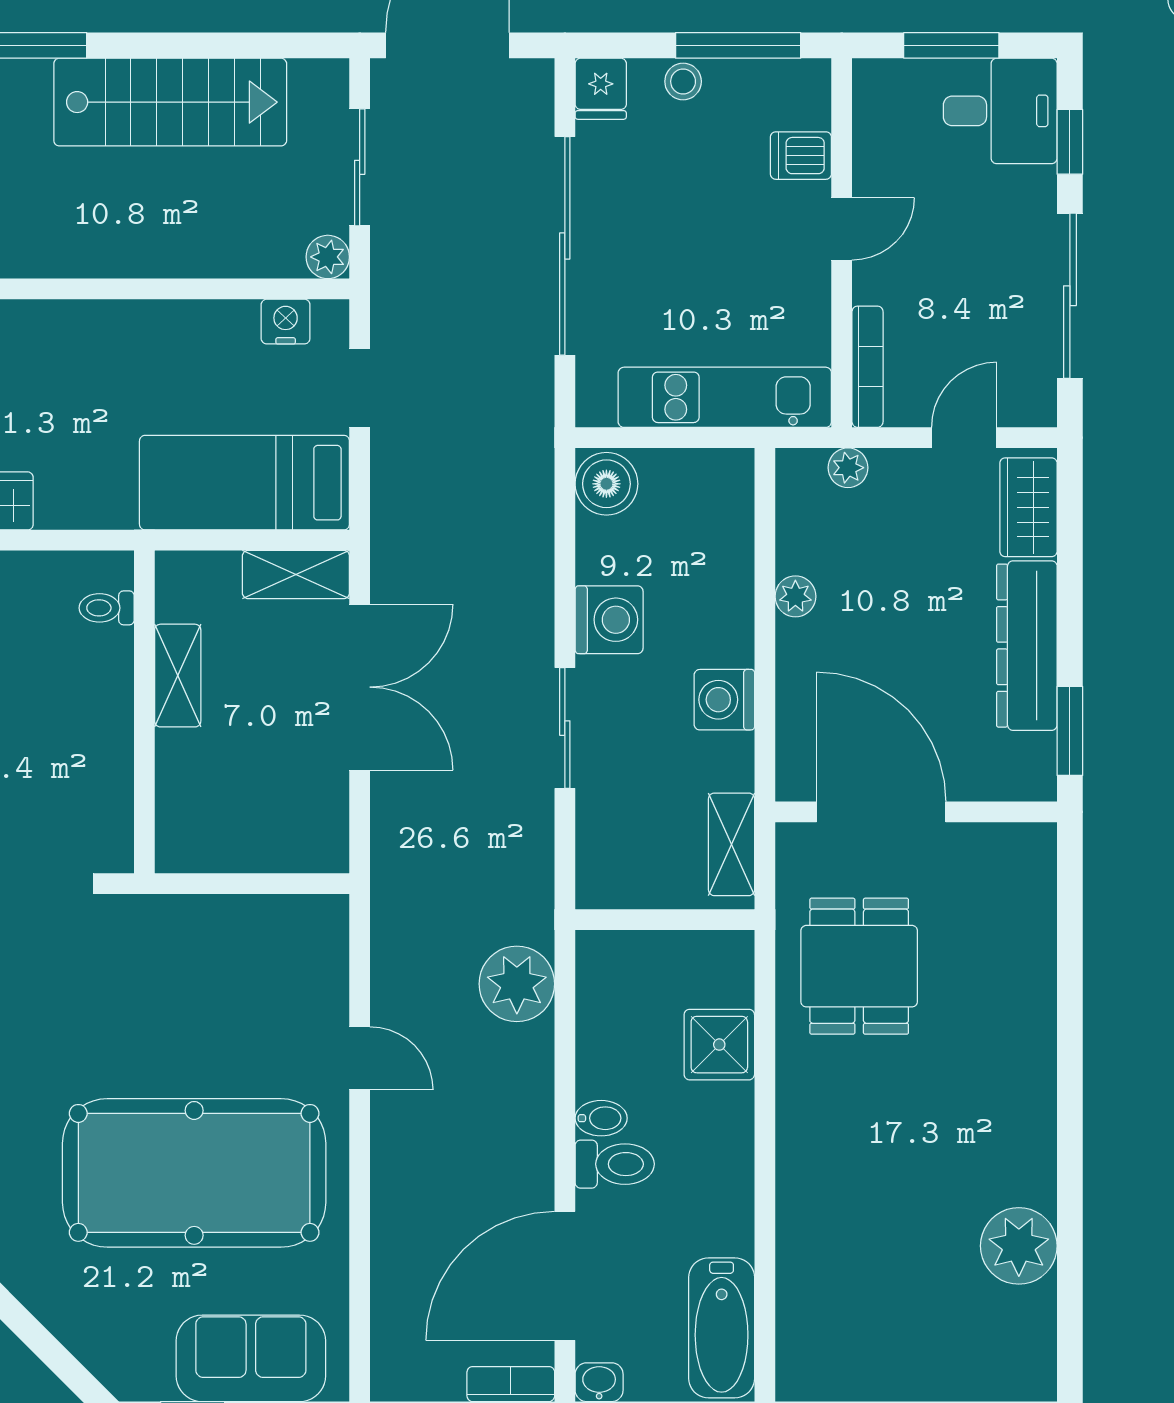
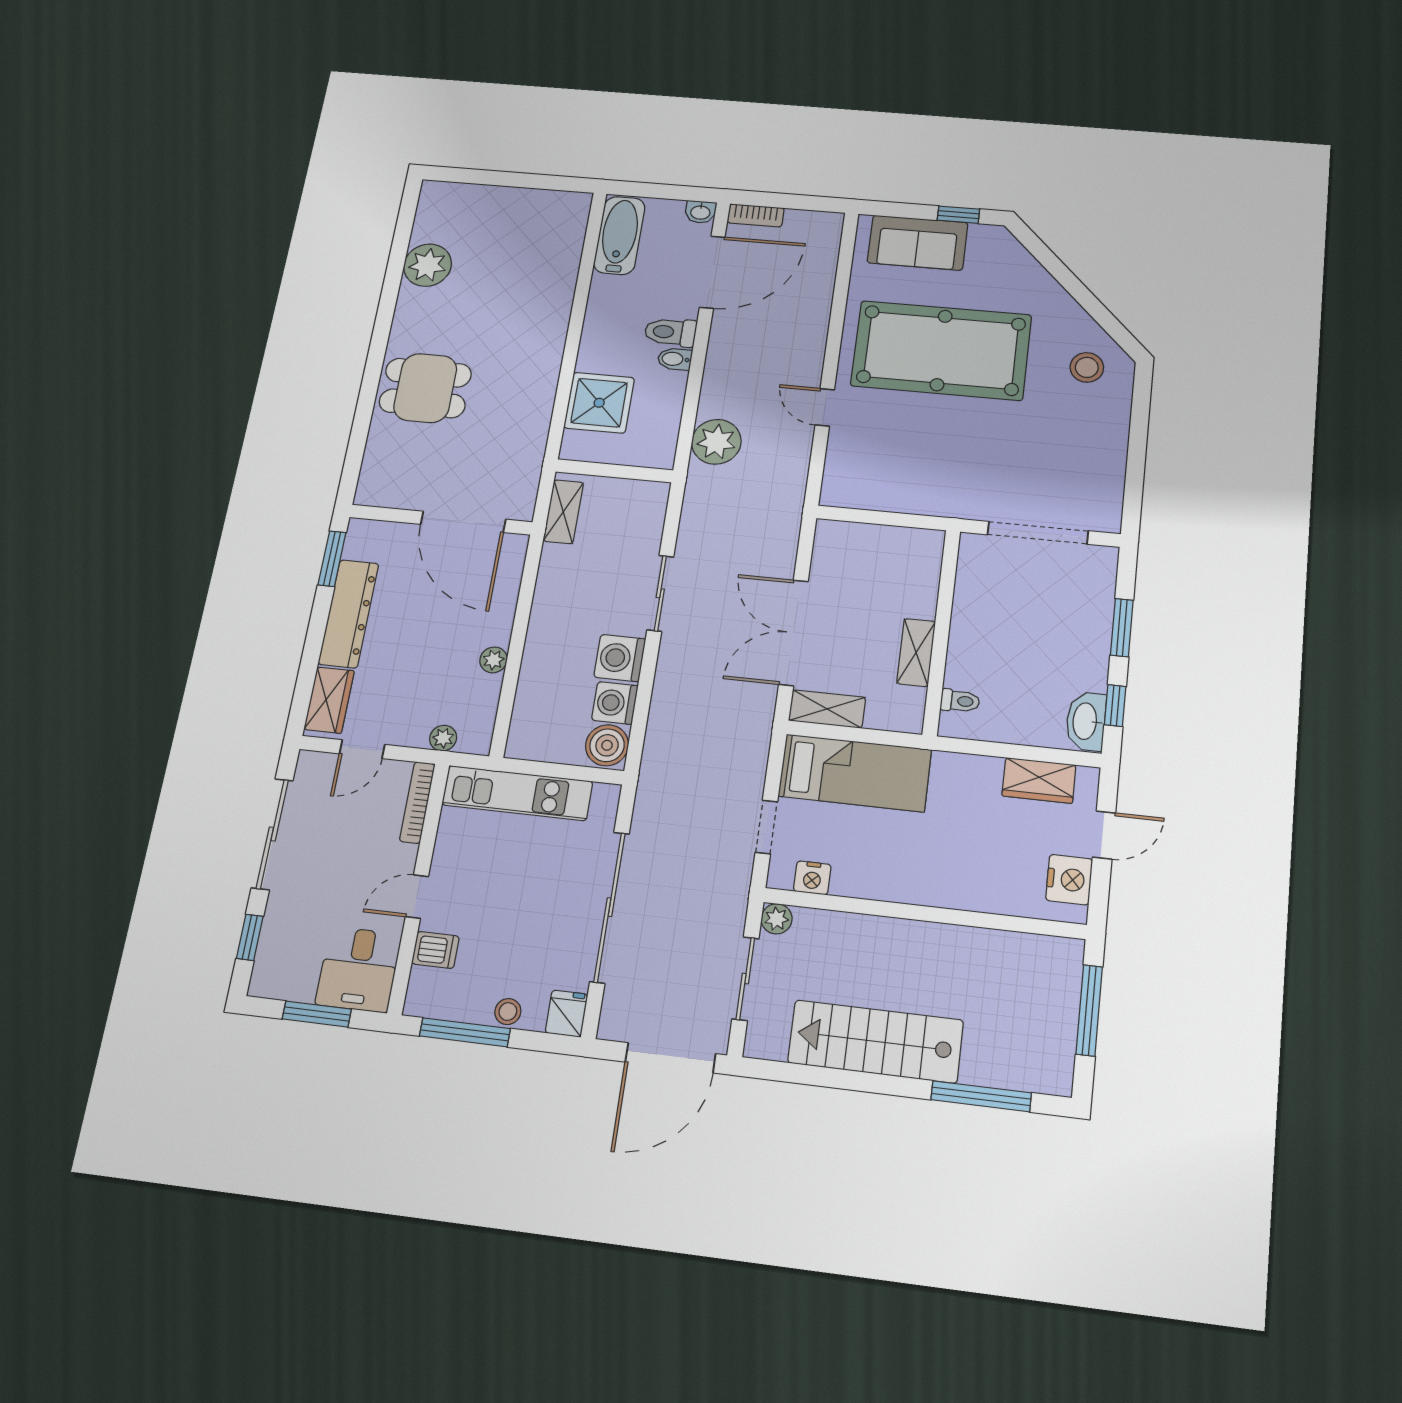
desk: (1000, 111) -> (359, 969), moved, turned -90
washing machine: (724, 700) -> (615, 703), moved, turned 180
dining table: (859, 966) -> (425, 388), moved, turned 90
shower: (719, 1045) -> (599, 403), width x1.36, depth x1.36

